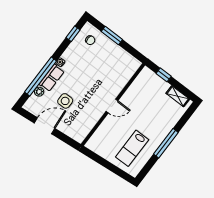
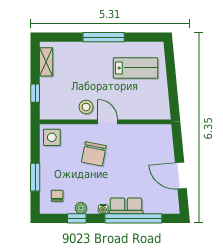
window: (73, 34) -> (77, 218), moved
chair: (99, 82) -> (94, 154), added
plant: (39, 92) -> (81, 208), moved
stool: (131, 100) -> (86, 107), added
side table: (65, 101) -> (52, 137), moved

